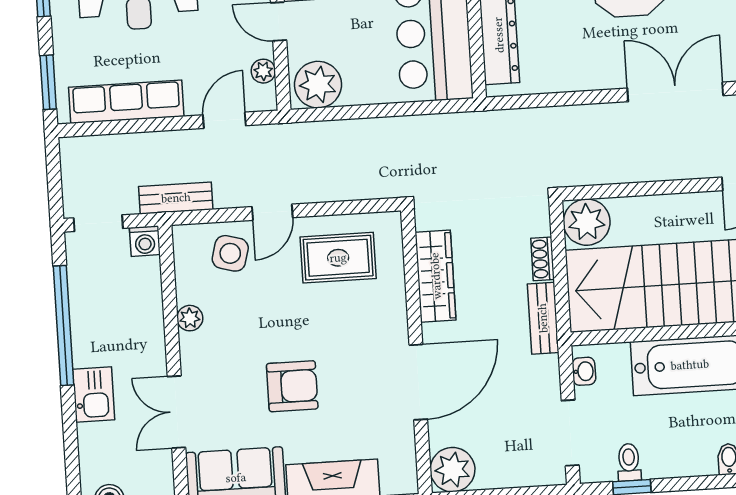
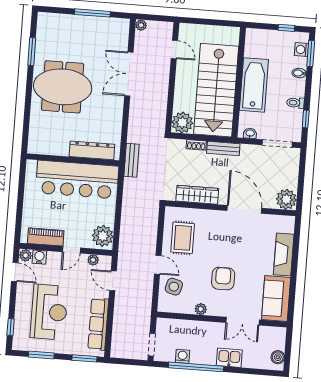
bench: (176, 198) -> (132, 160), moved
washing machine: (145, 241) -> (183, 356), moved, turned -90
armchair: (292, 386) -> (223, 279), moved
toilet: (629, 462) -> (295, 103), moved

